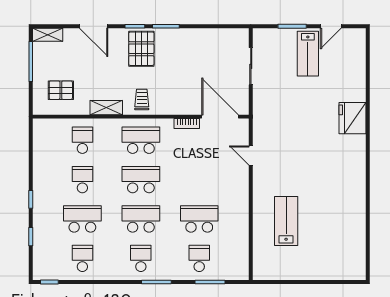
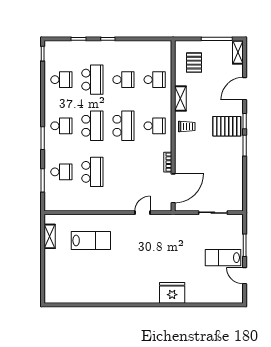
school desk: (141, 140) -> (155, 126), width x0.54
shelving: (281, 273) -> (50, 236), added

